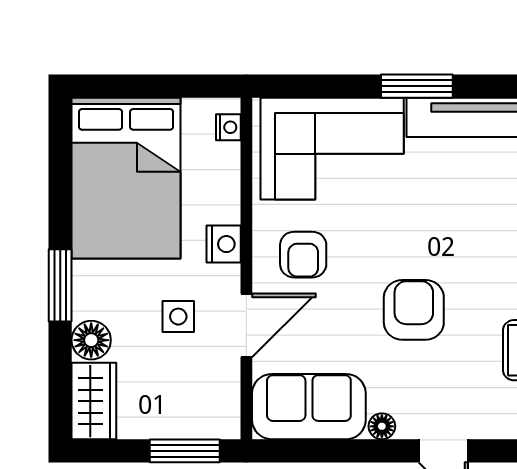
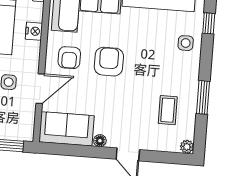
nightstand: (224, 244) -> (34, 31), moved
armchair: (414, 310) -> (109, 62), moved

